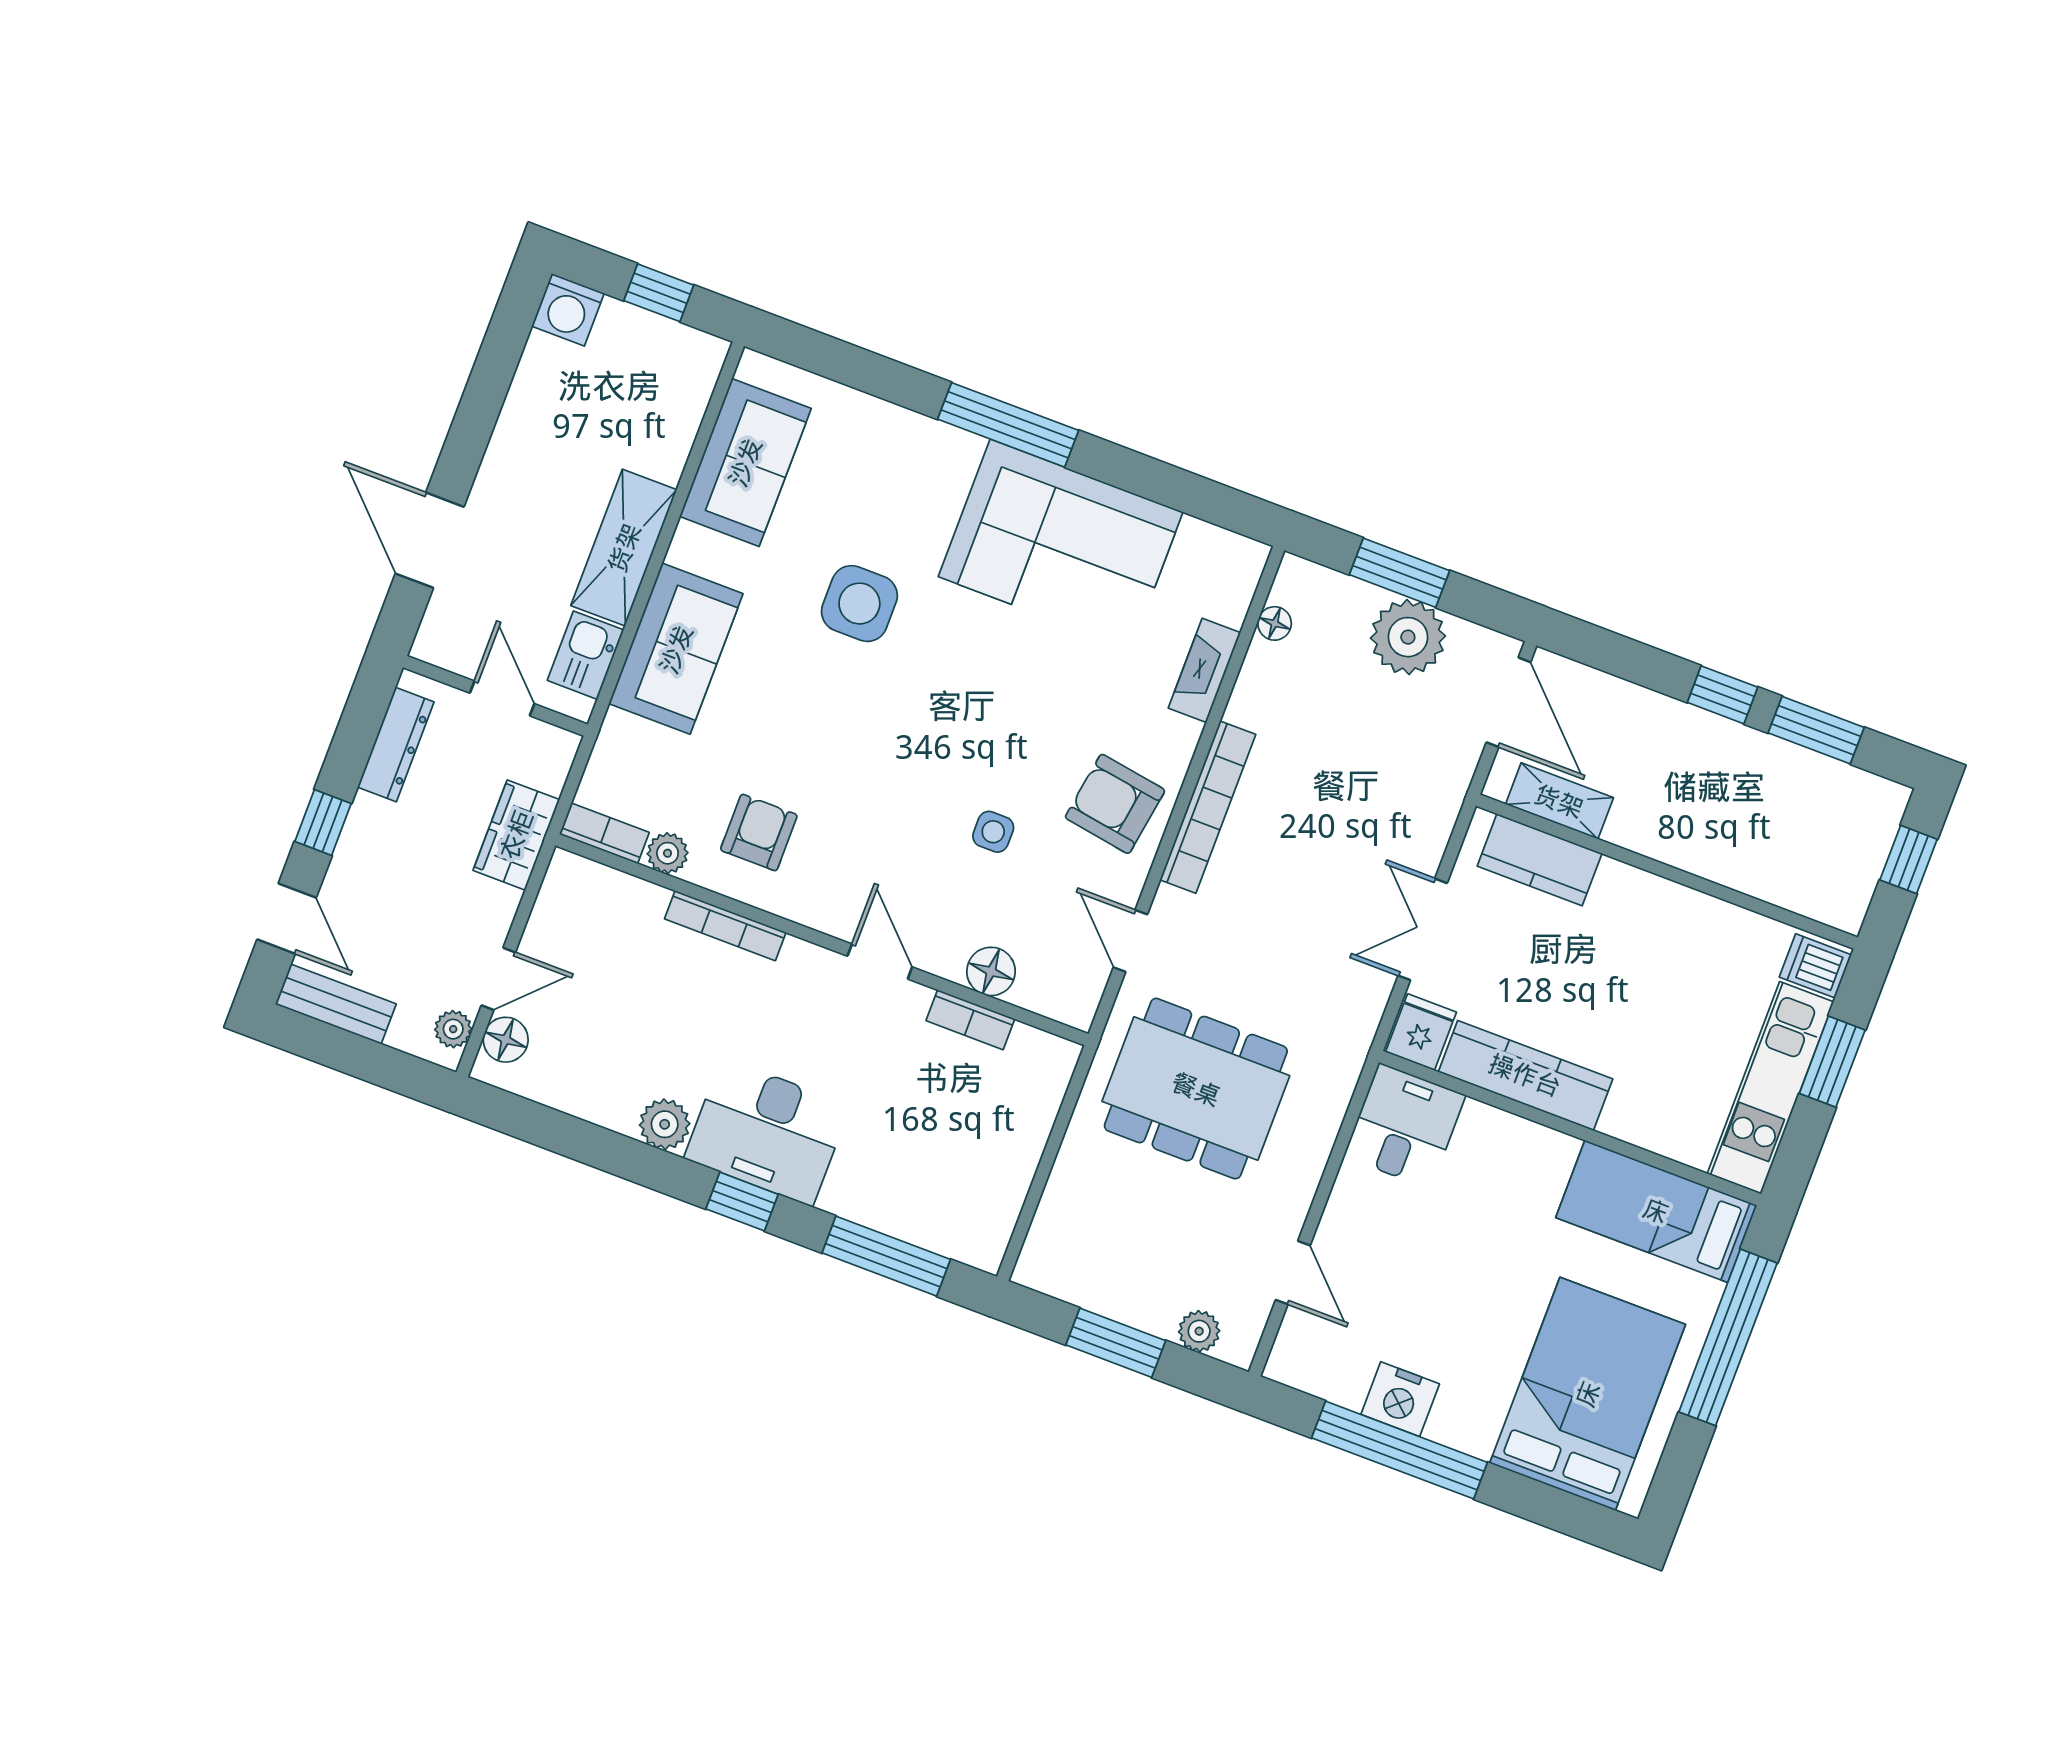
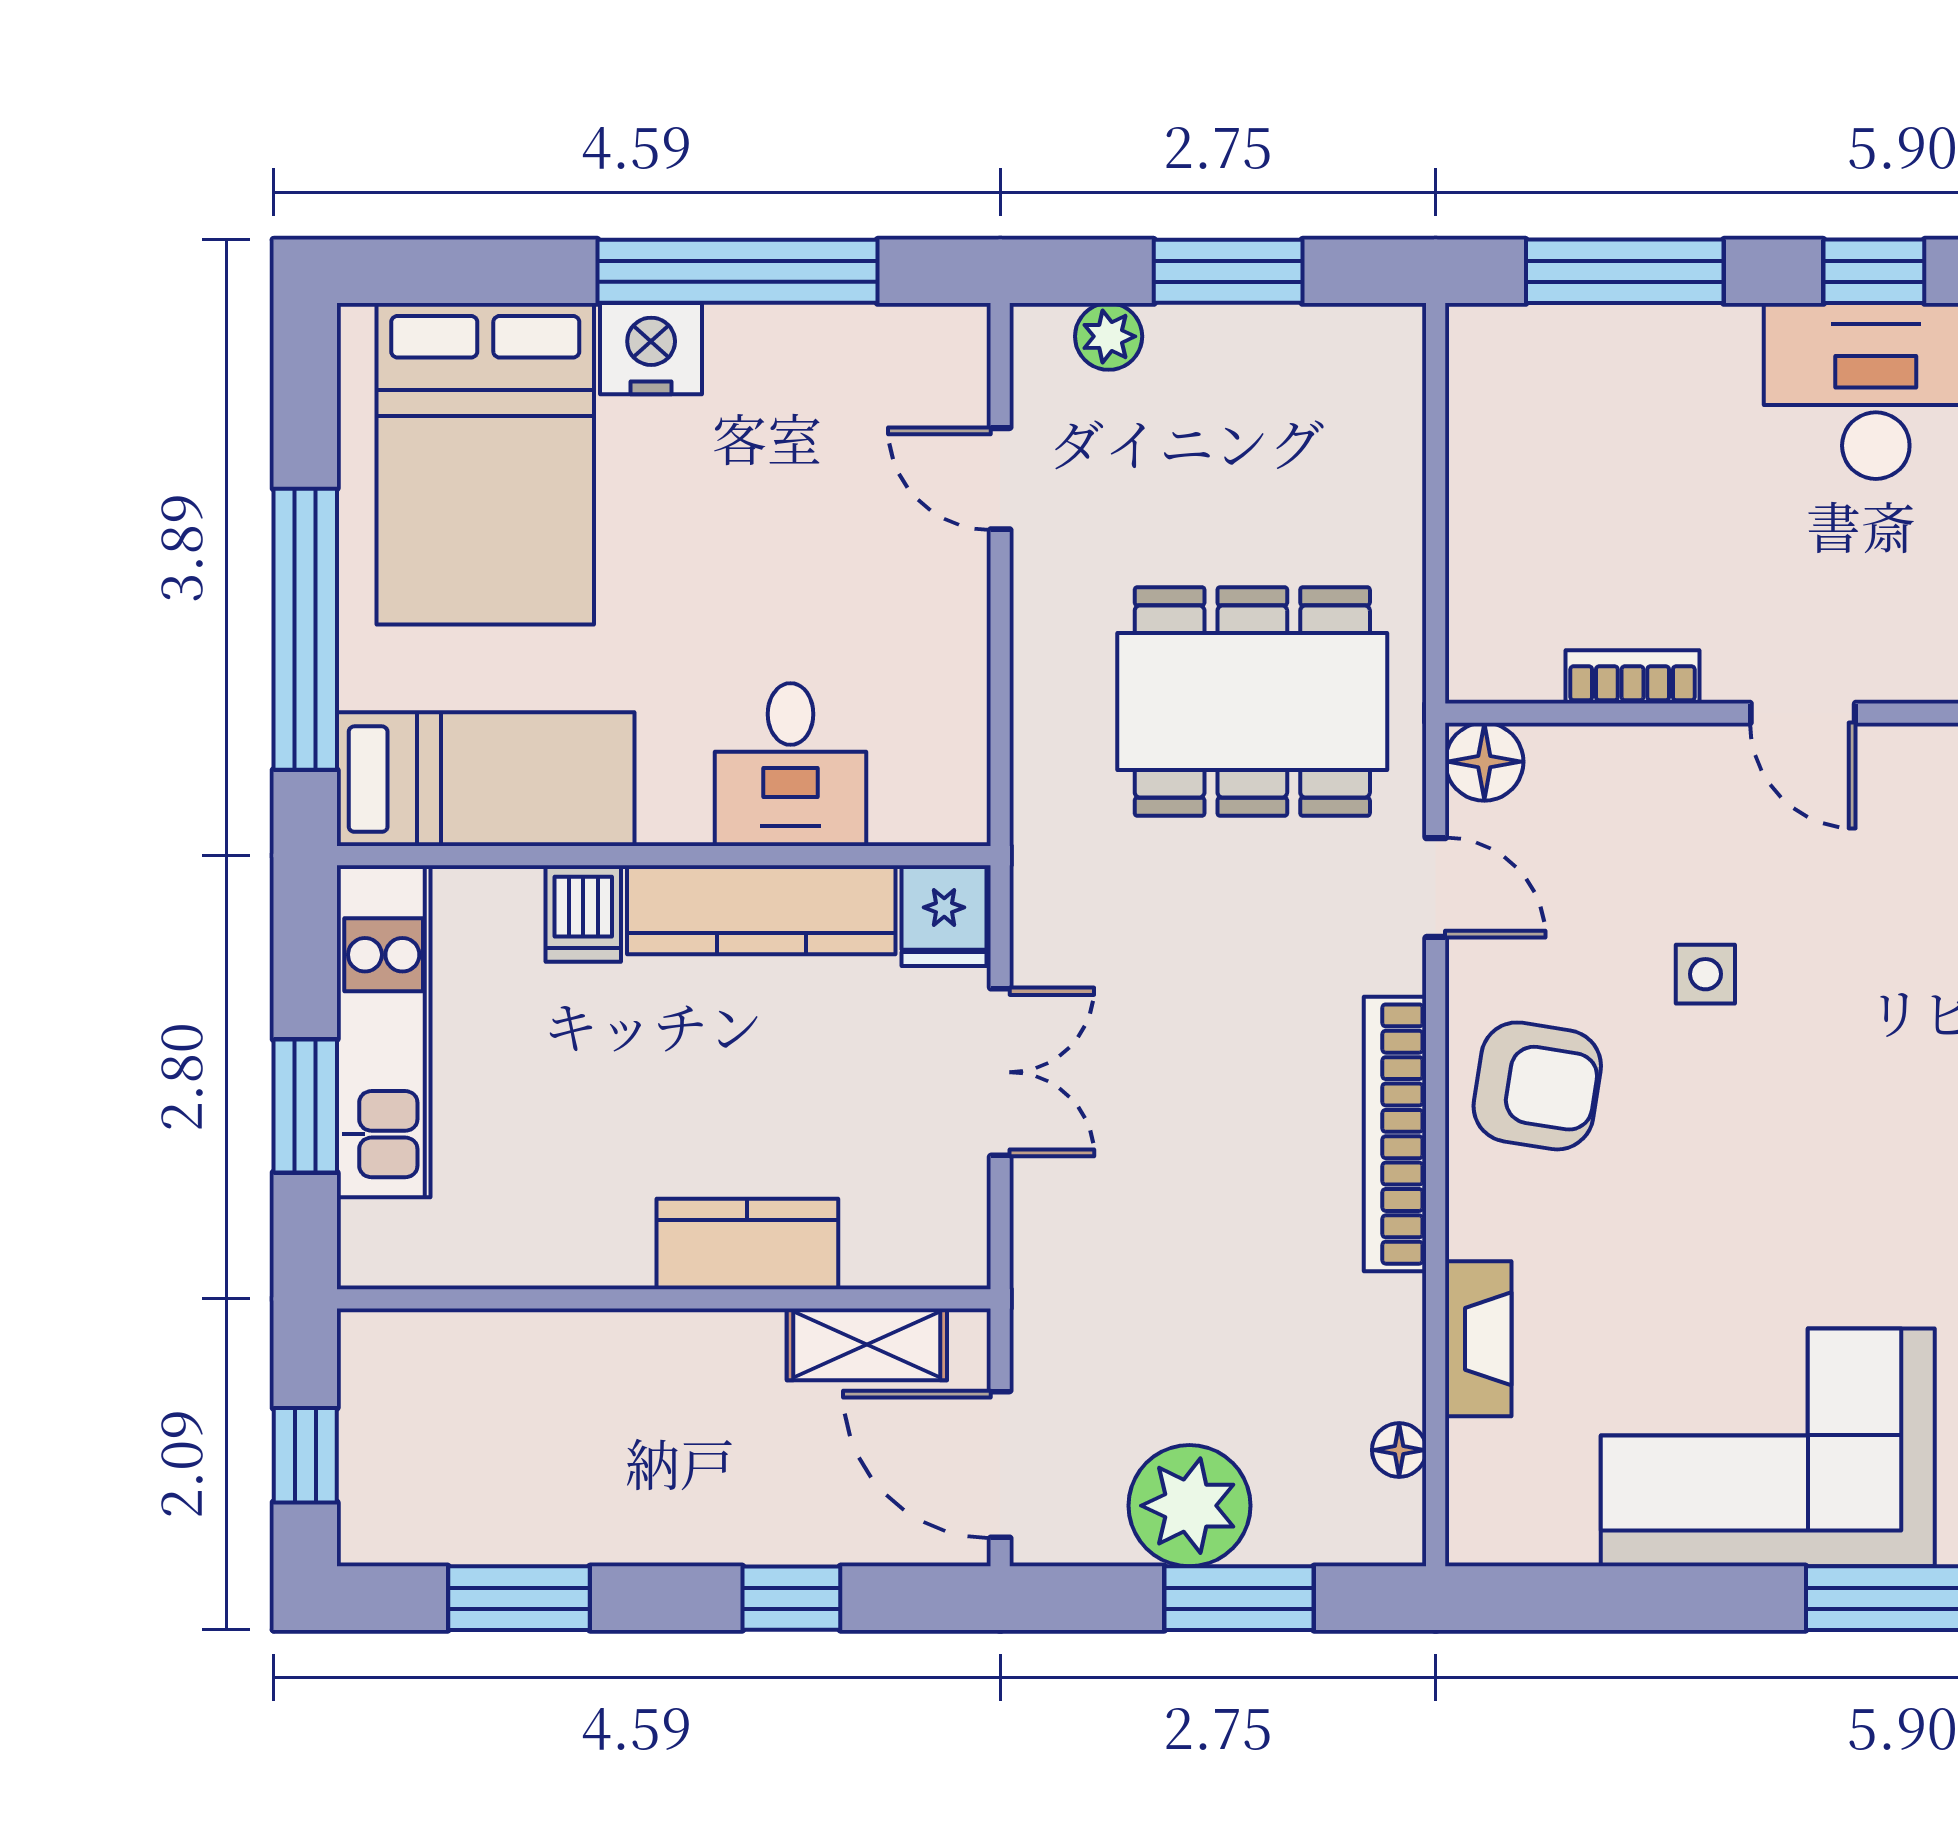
window: (1723, 695) -> (791, 1598), moved
kitchen counter: (1540, 860) -> (747, 1244), moved
dishwasher: (1815, 966) -> (583, 913), moved, turned 90
floor lamp: (991, 971) -> (1484, 762), moved
desk: (1405, 1126) -> (791, 765), moved
nightstand: (1400, 1399) -> (651, 349), moved

